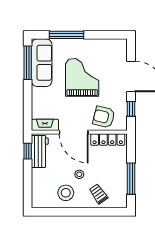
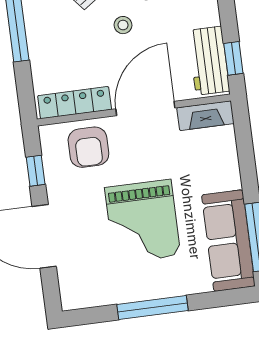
window: (67, 35) -> (152, 307), moved
armchair: (104, 117) -> (88, 147), turned 76
door: (74, 132) -> (145, 108), hinge flipped

